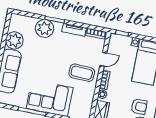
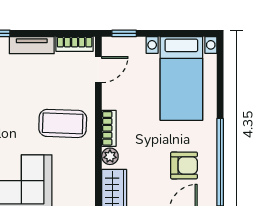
door: (103, 59) -> (98, 70), moved

